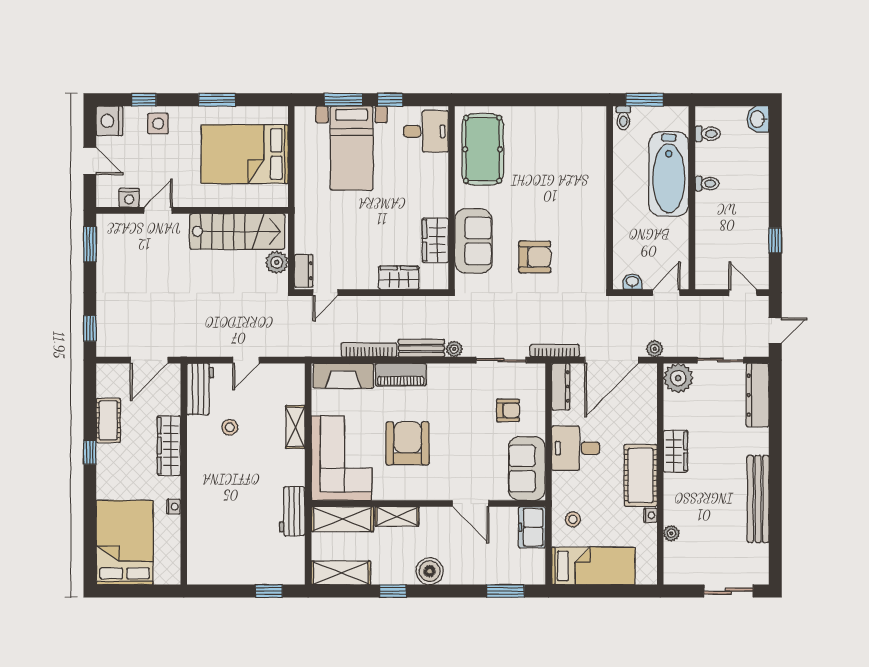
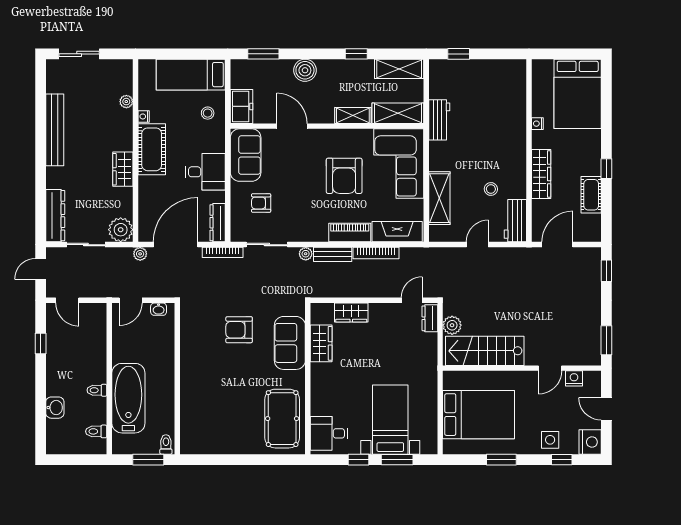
washbasin: (758, 119) -> (55, 408), moved
shelving: (295, 427) -> (439, 198), width x1.50, depth x1.33
boiler: (430, 571) -> (305, 70), moved

